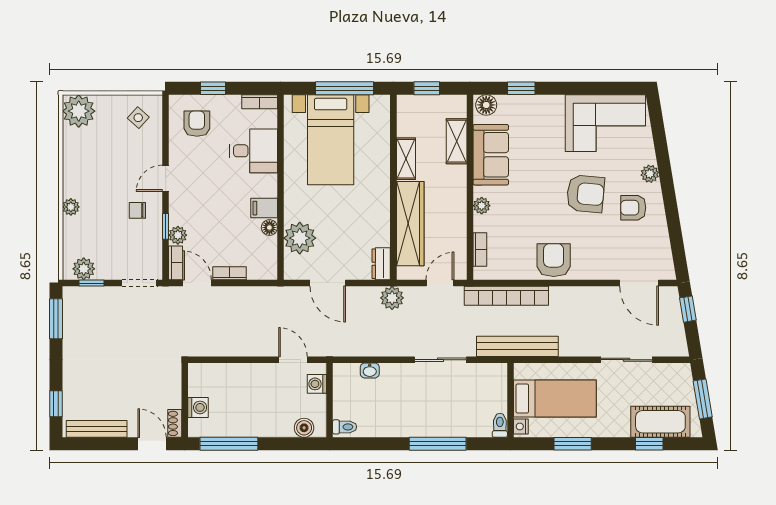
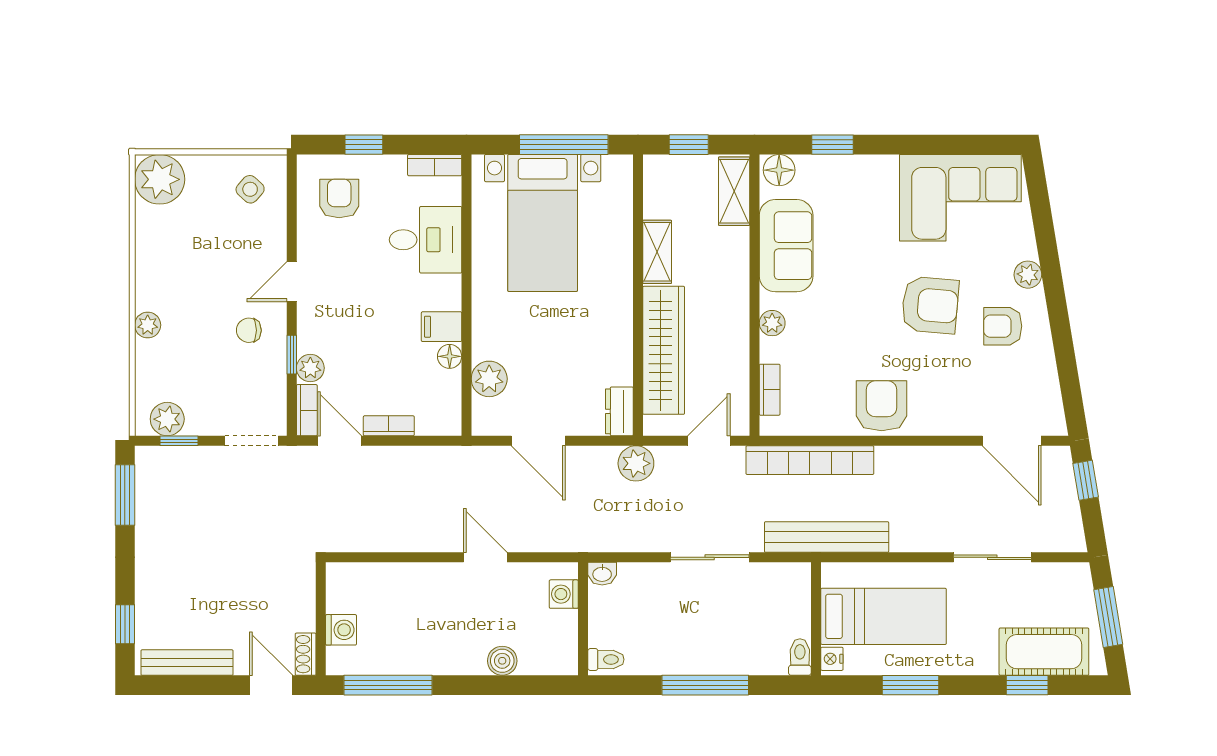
shelving: (457, 141) -> (734, 191), moved
plant: (300, 238) -> (489, 379), width x0.73, depth x0.73
washing machine: (317, 384) -> (564, 594), moved
wall: (329, 400) -> (583, 619), moved
toilet: (345, 427) -> (606, 659), moved

